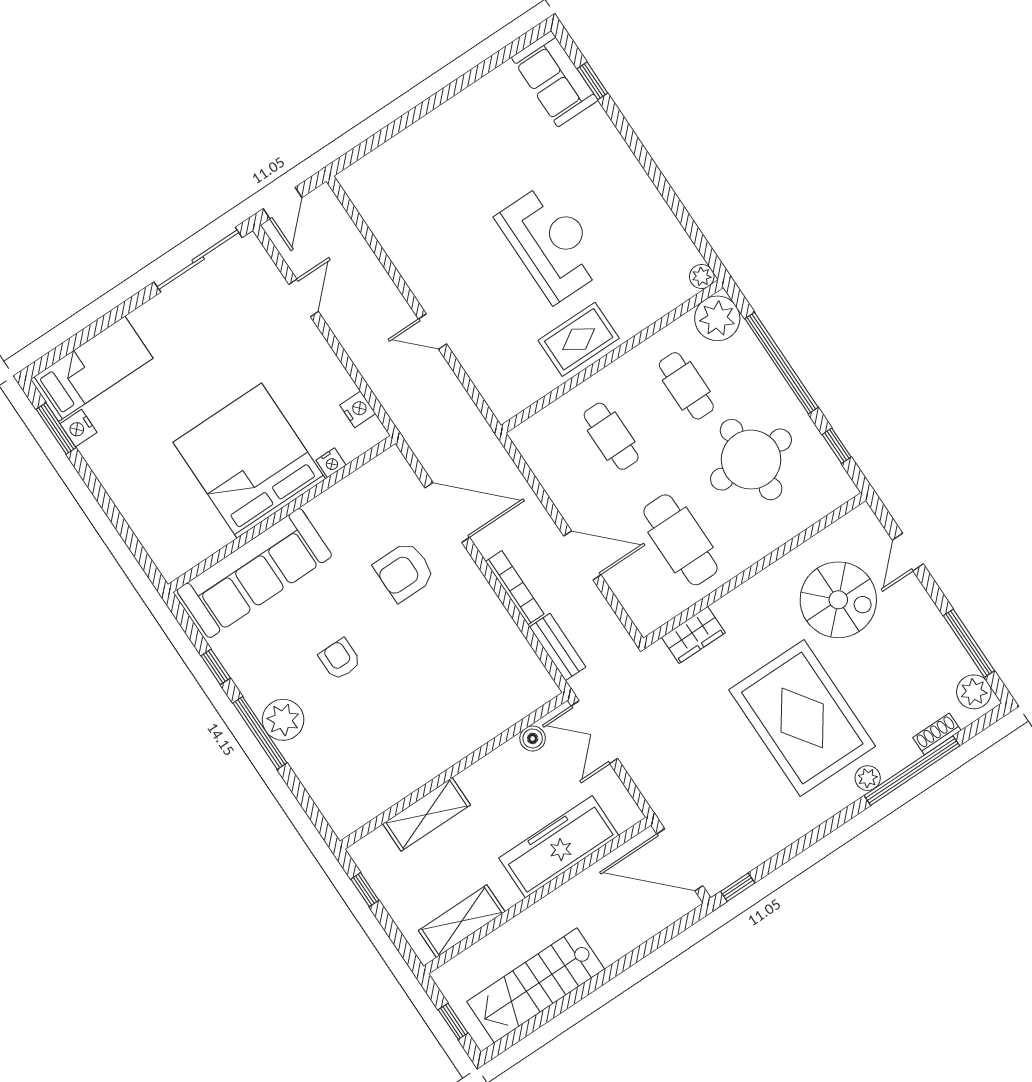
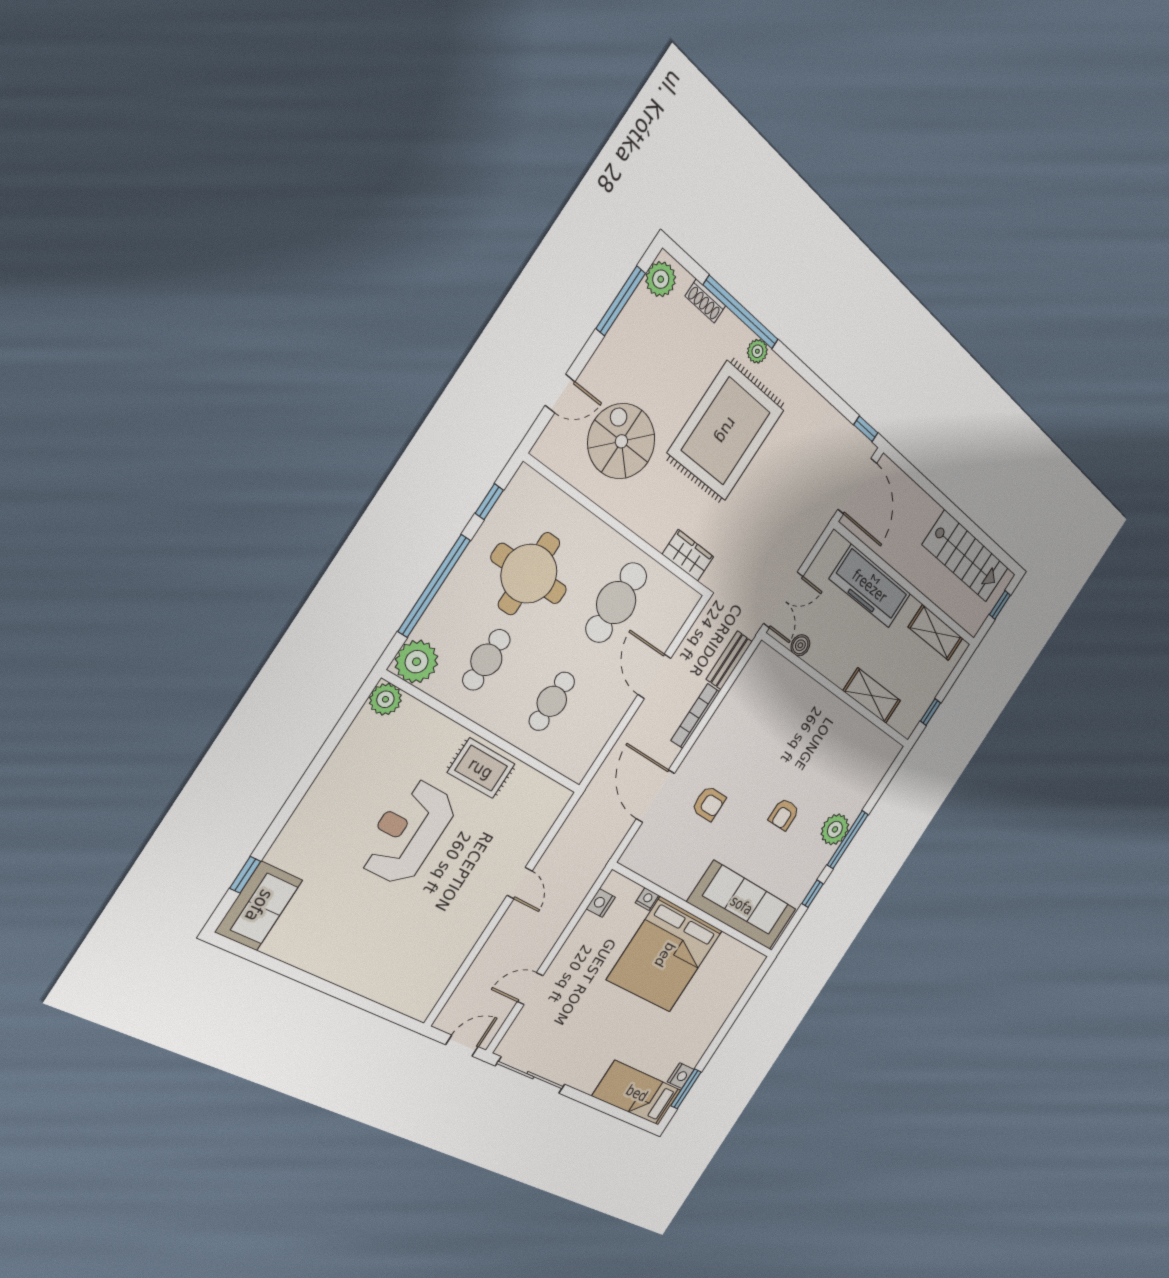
plant: (702, 276) -> (385, 699), width x1.38, depth x1.38
armchair: (404, 571) -> (709, 804), width x0.72, depth x0.72

